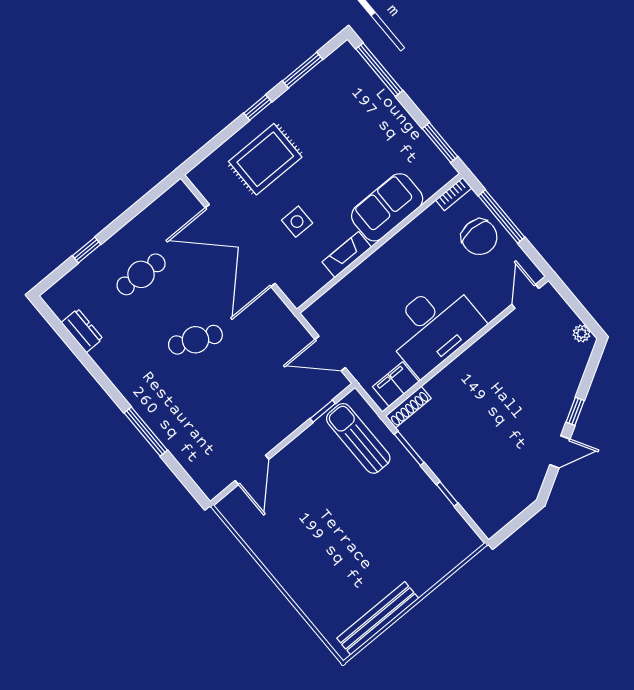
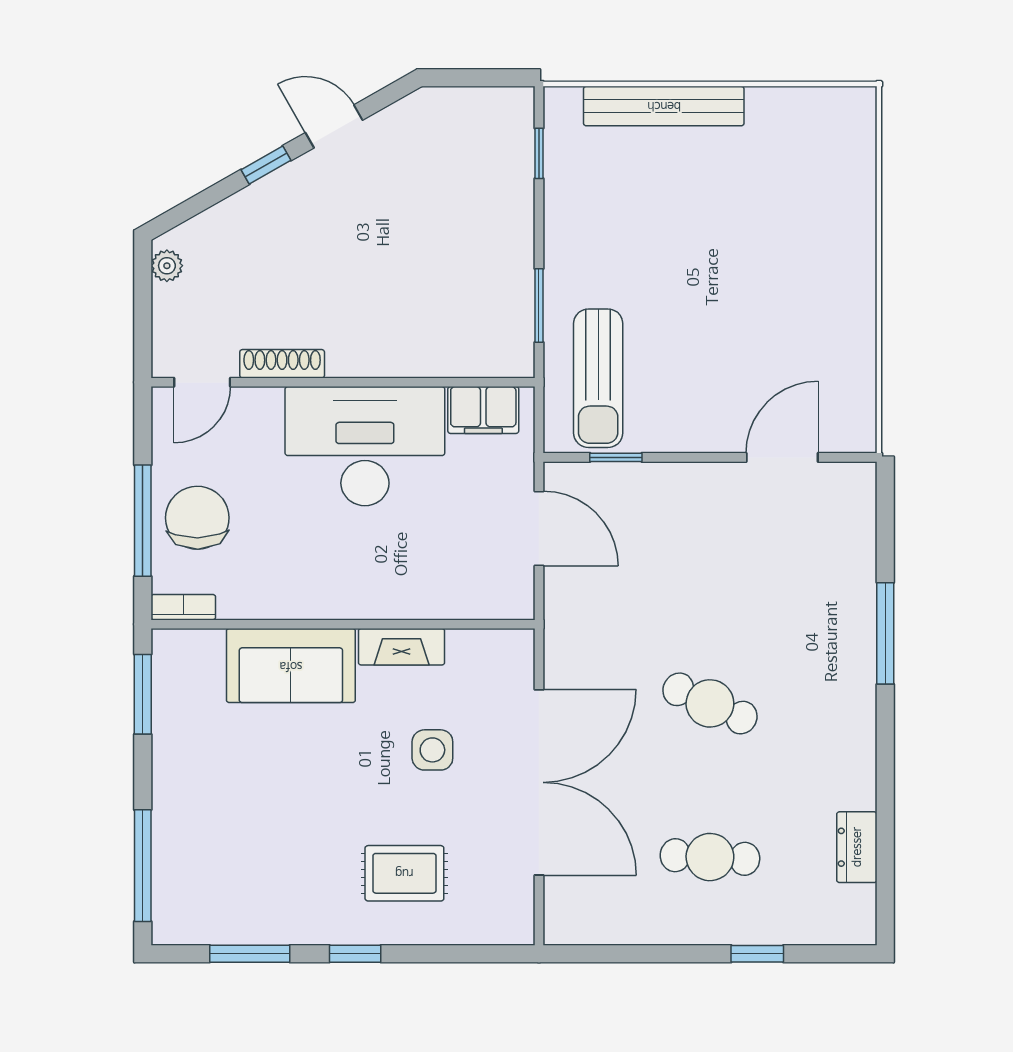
rug: (265, 159) -> (404, 873), width x0.73, depth x0.70
shoe rack: (408, 407) -> (282, 364), moved
window: (447, 494) -> (539, 153), moved
bench: (378, 618) -> (664, 106), moved

